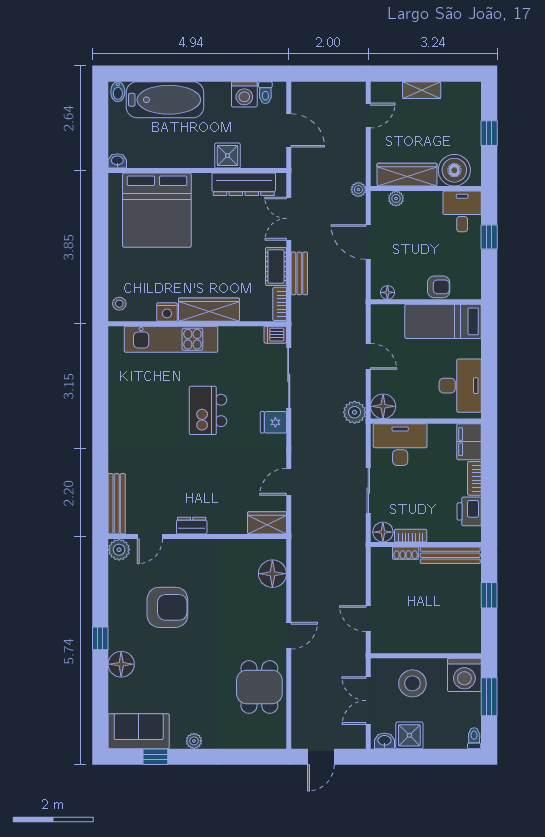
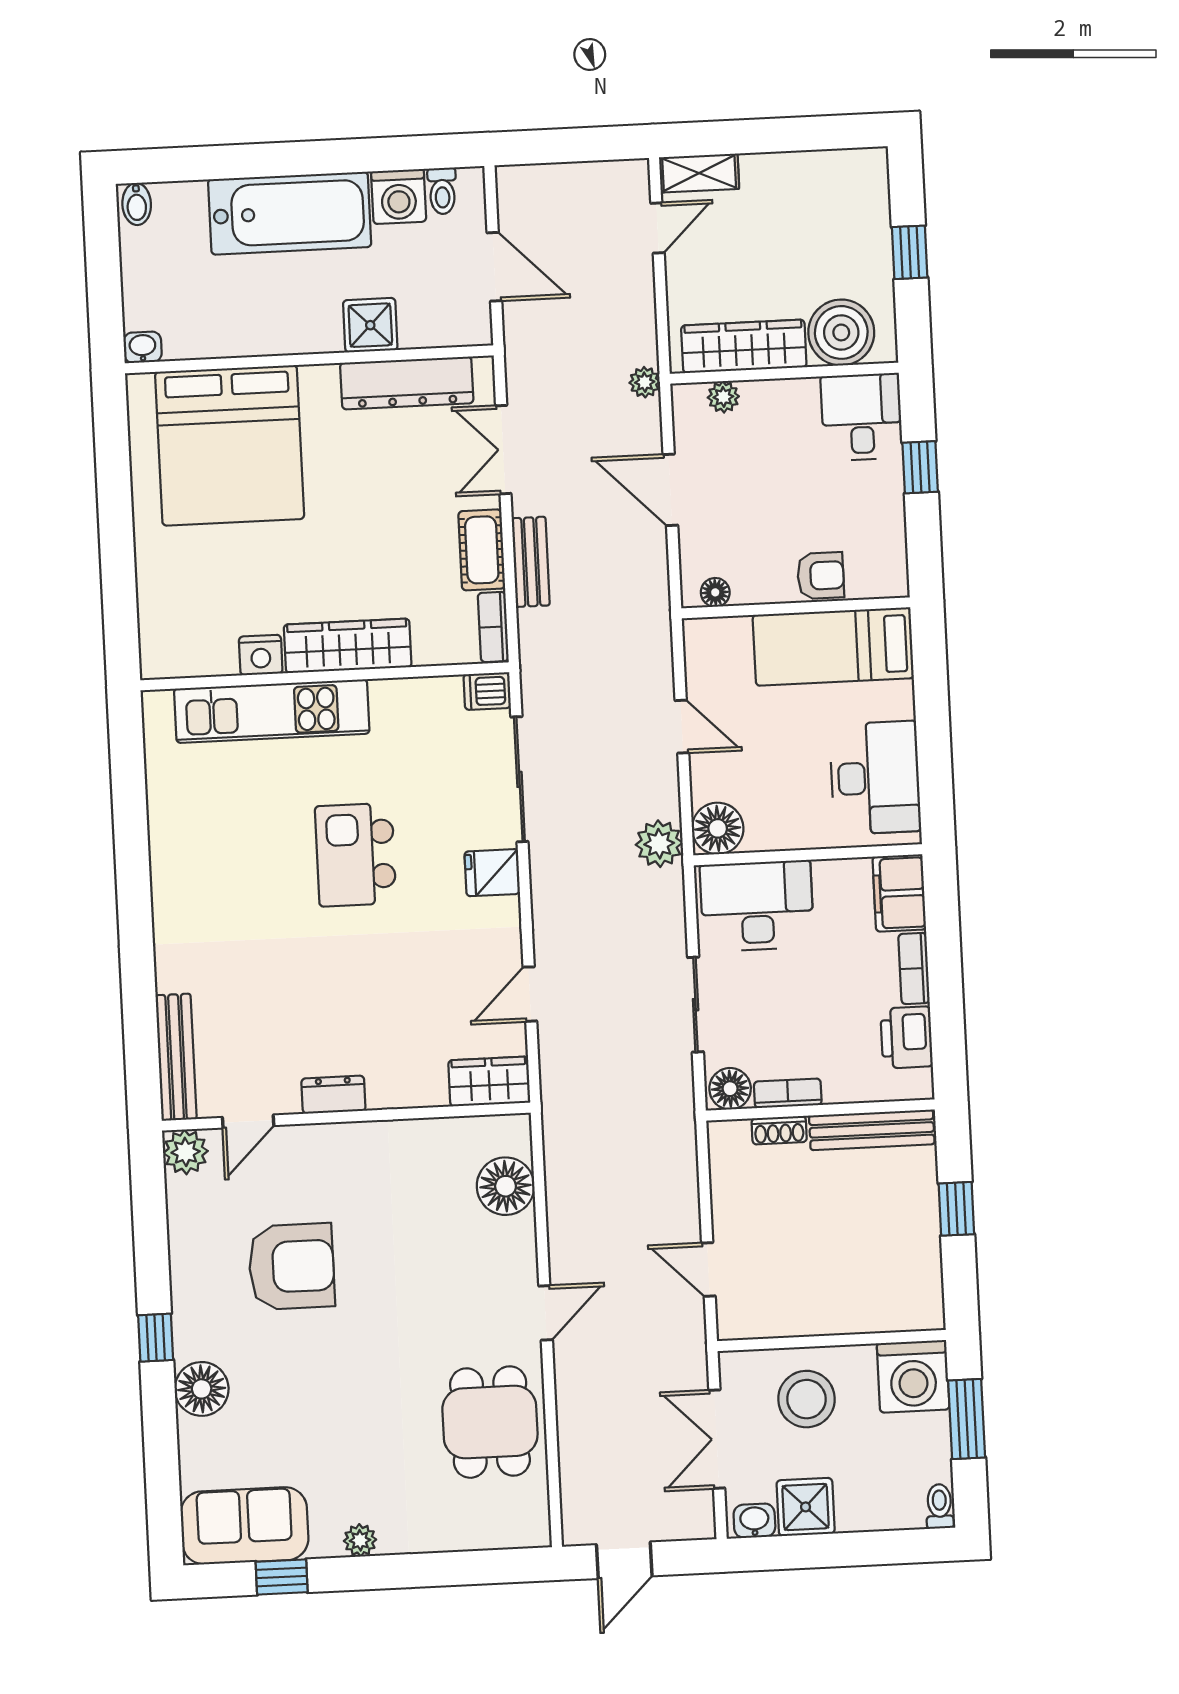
shelving: (422, 90) -> (699, 173), moved
bathtub: (165, 100) -> (290, 213), moved
stool: (119, 304) -> (161, 643), removed

